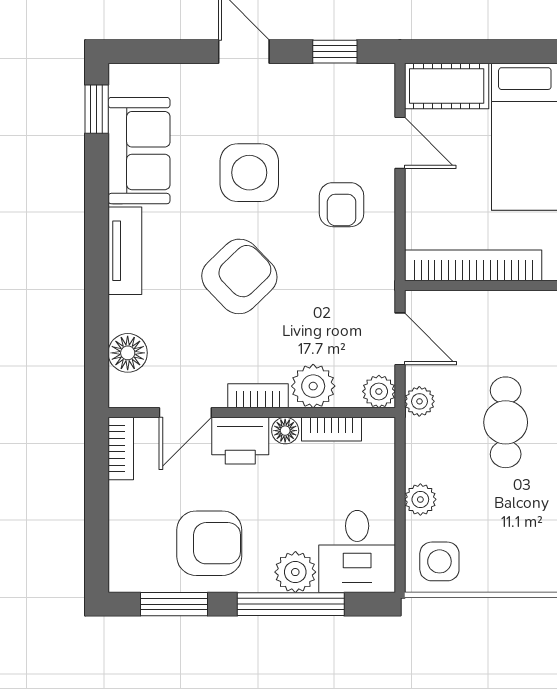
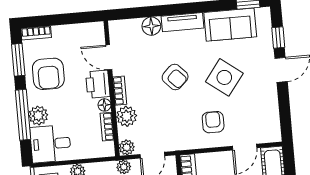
window: (335, 52) -> (278, 38), moved
side table: (249, 173) -> (224, 77), turned 37
armchair: (342, 205) -> (213, 122), turned 90
armchair: (239, 276) -> (175, 77), width x0.72, depth x0.72
floor lamp: (128, 353) -> (151, 26), moved
bookcase: (121, 448) -> (36, 33), moved

